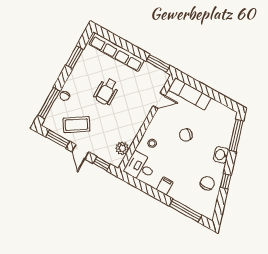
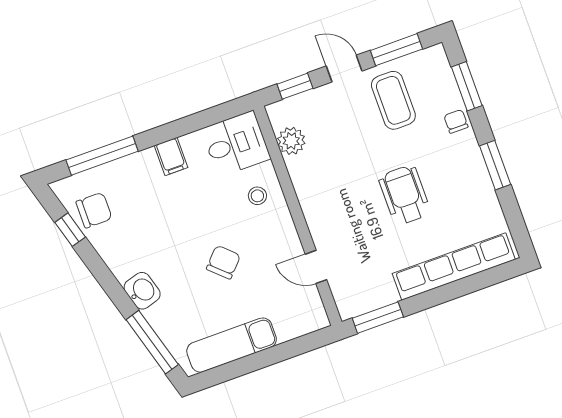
window: (75, 57) -> (495, 165), moved
exam couch: (190, 94) -> (232, 345), moved
door: (159, 101) -> (316, 267), hinge flipped
window: (49, 103) -> (467, 86), width x0.69
coffee table: (76, 125) -> (393, 100), turned -57
window: (226, 181) -> (70, 230), moved
chair: (207, 183) -> (94, 210), moved, turned -90

